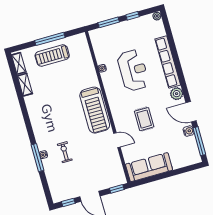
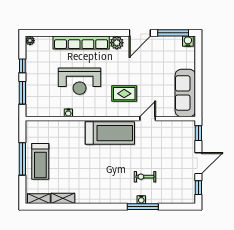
reception desk: (133, 70) -> (80, 81), turned 180
rug: (144, 119) -> (124, 94), moved
water cooler: (188, 131) -> (188, 41), moved

